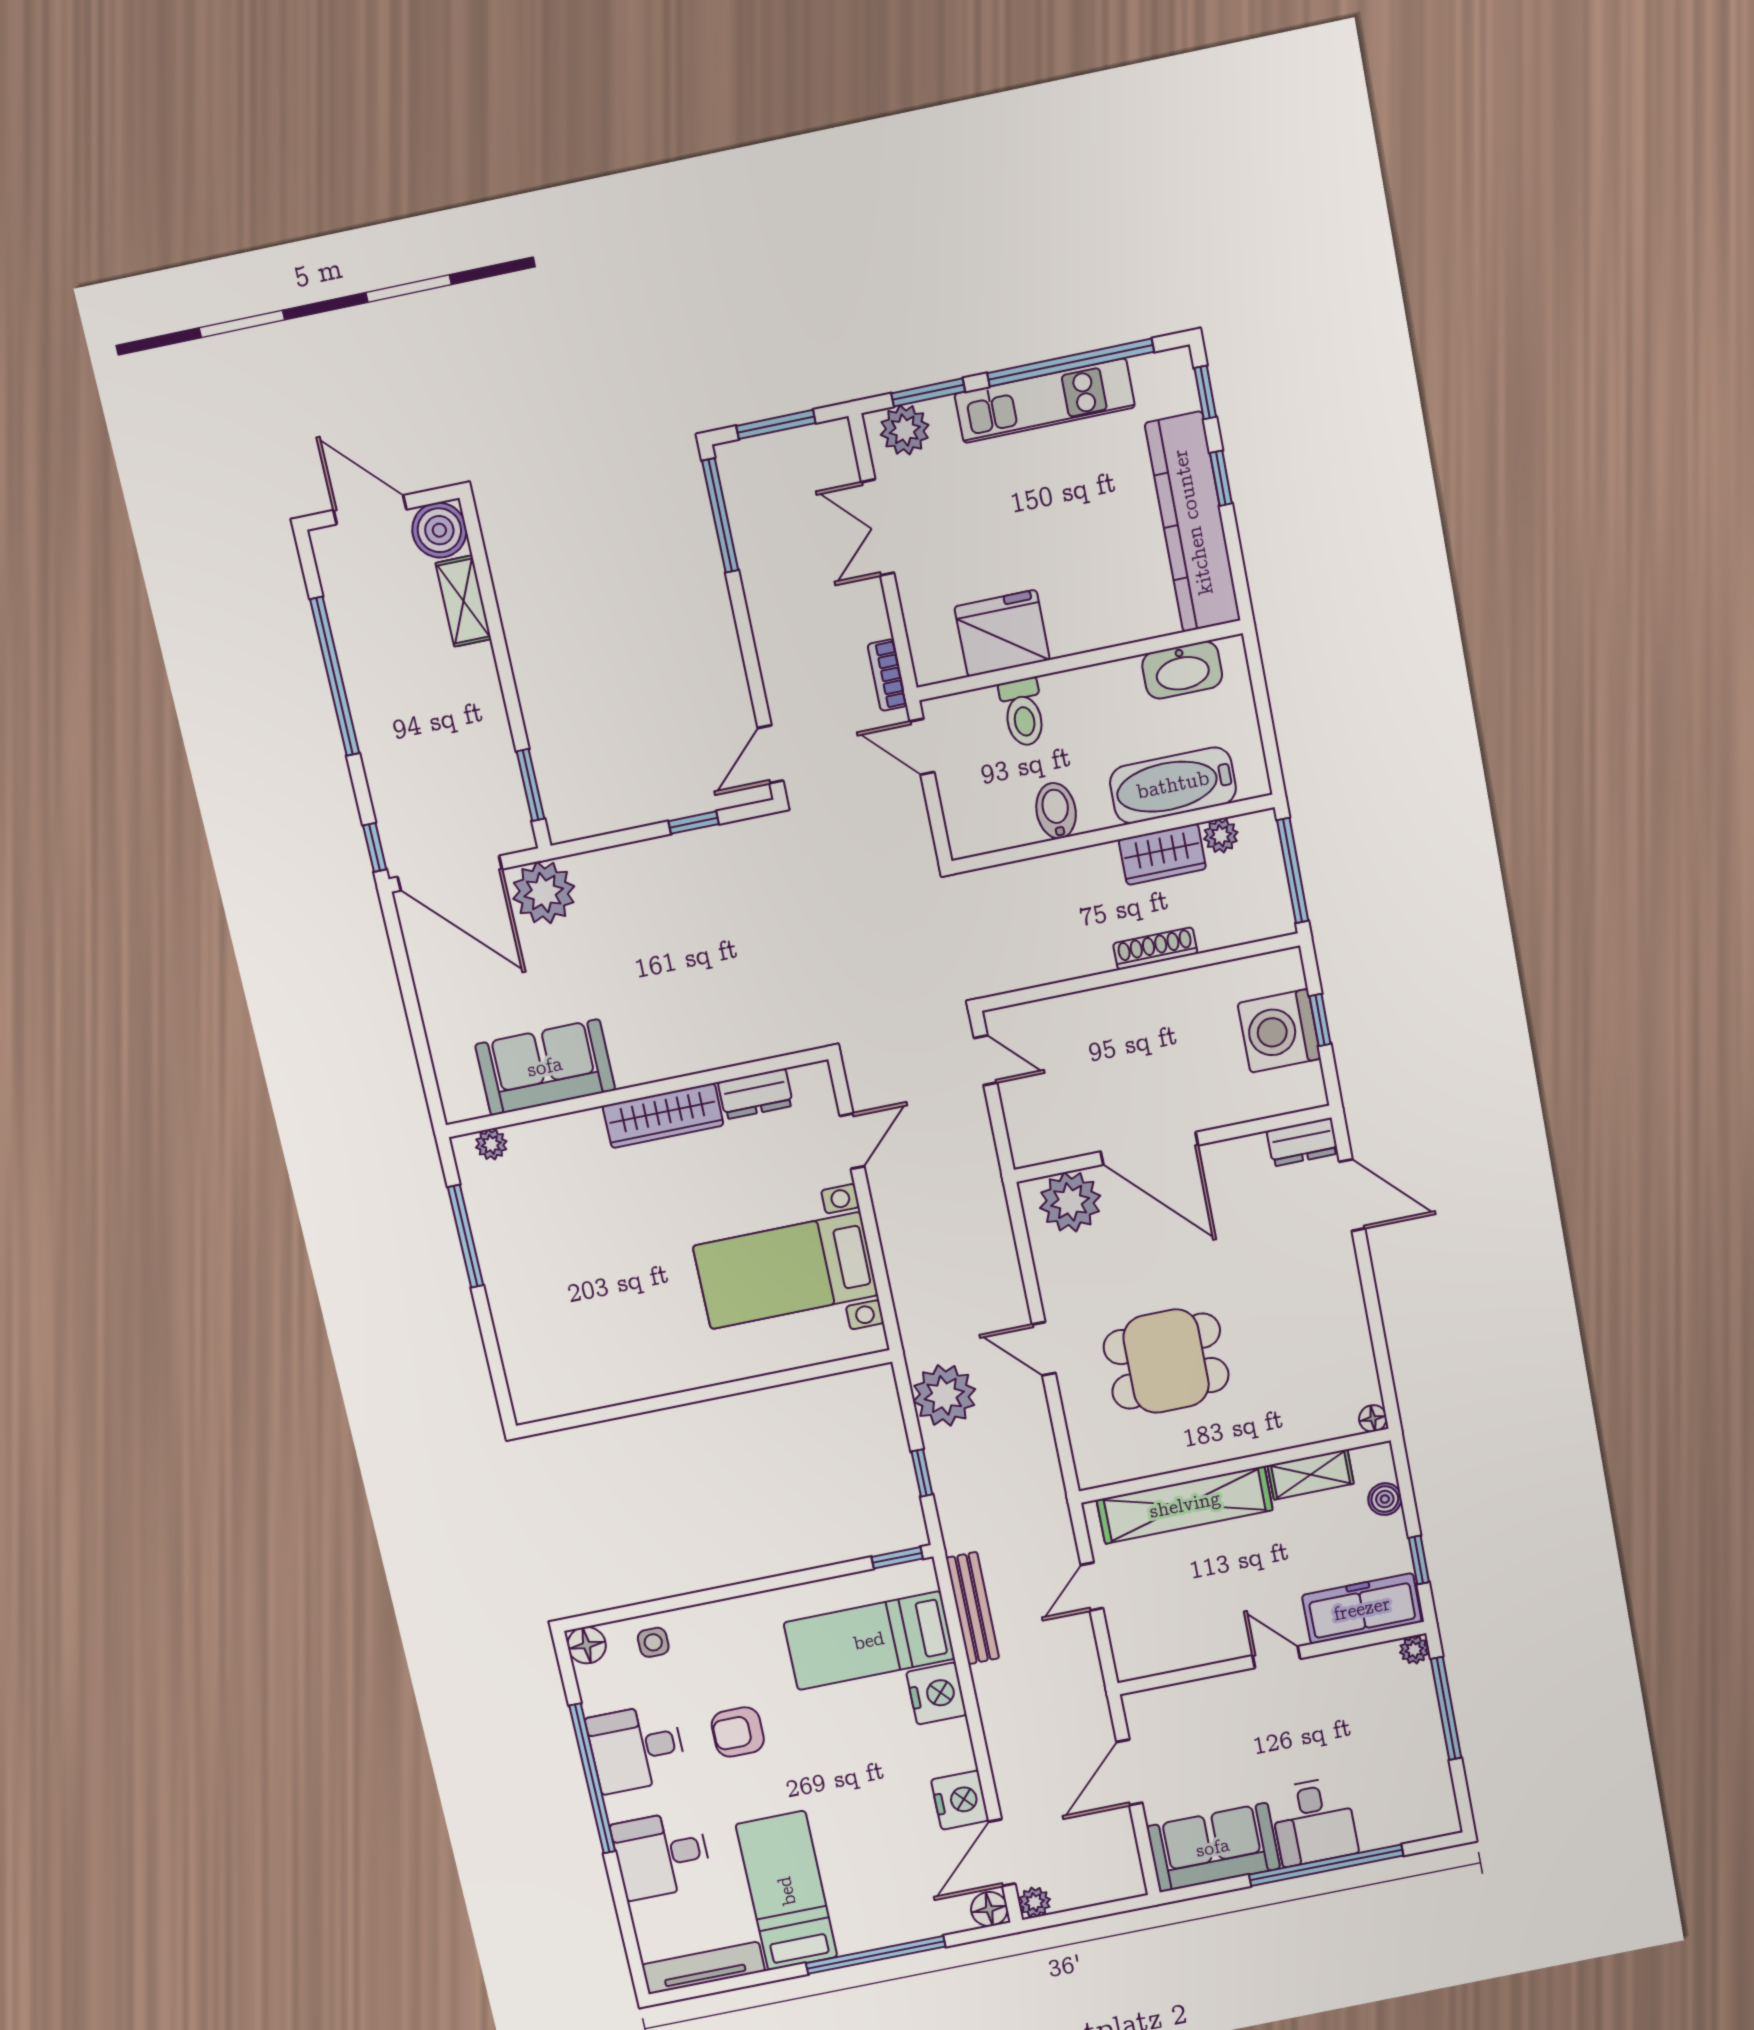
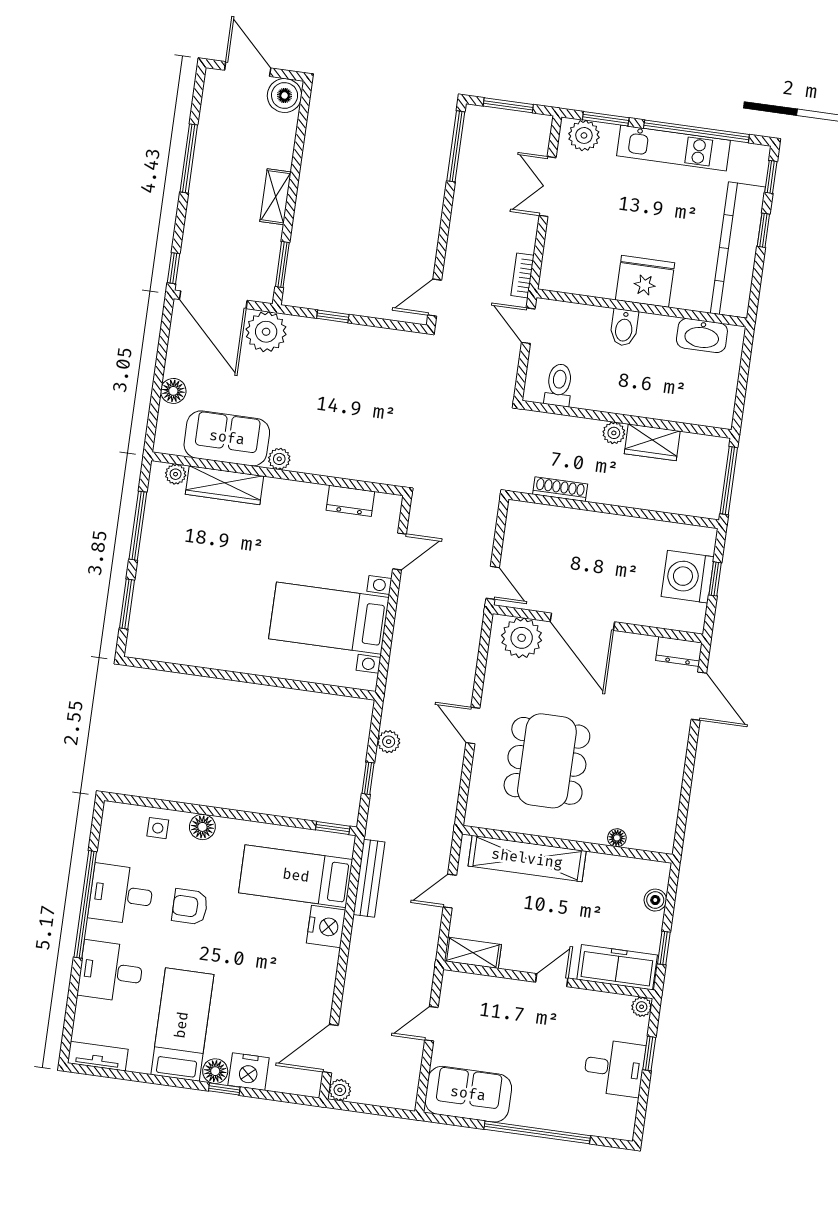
shelving: (463, 601) -> (276, 197), moved
fridge: (1002, 633) -> (645, 281), moved
window: (335, 676) -> (189, 158), width x0.68
toilet: (1023, 712) -> (559, 385), moved, turned 180
bathtub: (1173, 785) -> (673, 403), removed
bidet: (1056, 811) -> (624, 328), moved, turned 180
window: (694, 823) -> (333, 316), moved
plant: (1221, 836) -> (614, 433), moved
shoe rack: (1155, 949) -> (560, 489), moved
floor lamp: (443, 1026) -> (173, 391), added
door: (985, 1060) -> (493, 583), moved
plant: (631, 1070) -> (279, 459), added
wardrobe: (663, 1116) -> (225, 485), moved
window: (492, 1351) -> (127, 604), added
dining table: (1166, 1361) -> (547, 761), width x1.38
plant: (944, 1395) -> (389, 742), width x0.53, depth x0.53
floor lamp: (1373, 1418) -> (617, 838), moved
shelving: (1311, 1475) -> (473, 953), moved
floor lamp: (587, 1645) -> (202, 827), moved
door: (1276, 1657) -> (552, 980), hinge flipped
window: (1446, 1708) -> (649, 1054), width x0.46
door: (1129, 1772) -> (431, 1024), width x0.73
nightstand: (960, 1800) -> (249, 1072), moved, turned 90
desk: (1314, 1821) -> (614, 1068), moved, turned -90
floor lamp: (989, 1909) -> (215, 1071), moved
window: (876, 1955) -> (224, 1089), width x0.32
tv unit: (704, 1968) -> (98, 1056), width x0.71

